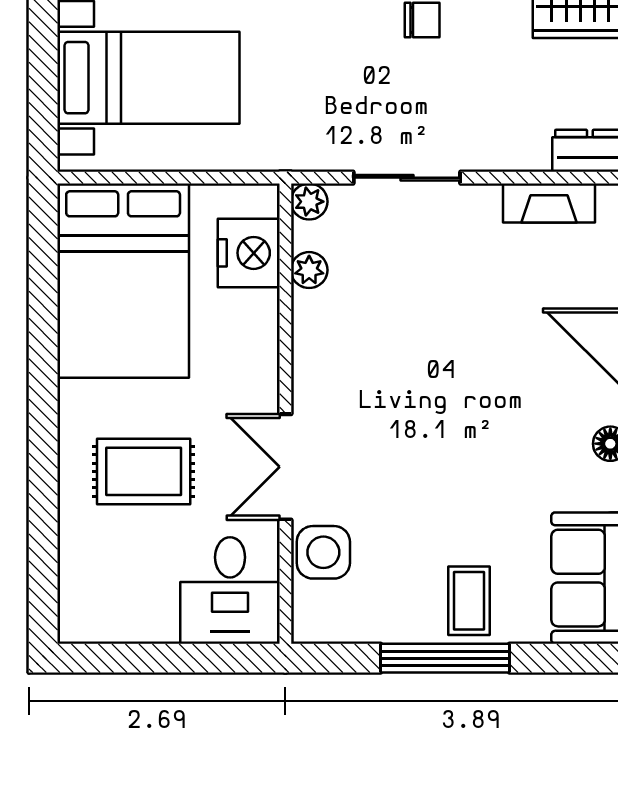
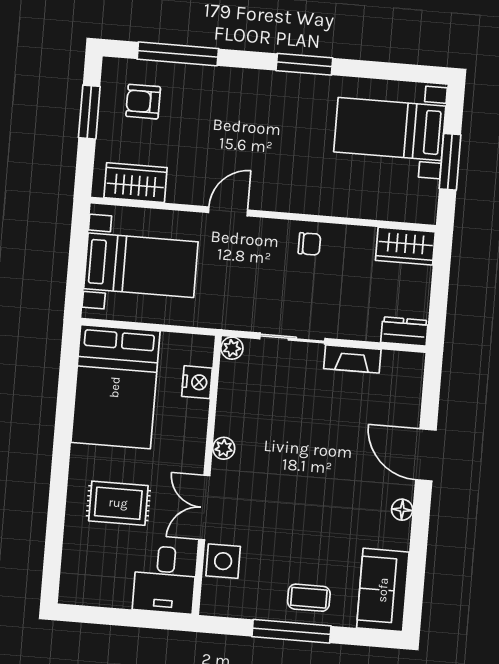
fireplace: (549, 203) -> (352, 359), moved
nightstand: (249, 253) -> (197, 382), width x0.74, depth x0.75
plant: (309, 270) -> (224, 448), moved
coffee table: (469, 601) -> (309, 598), turned 90

